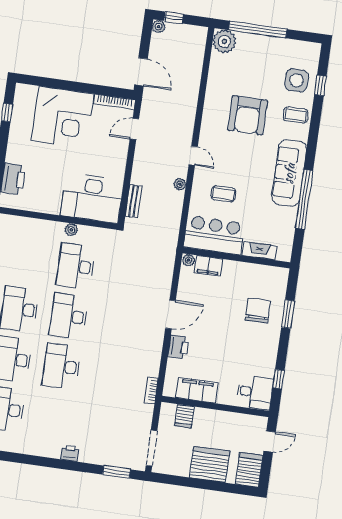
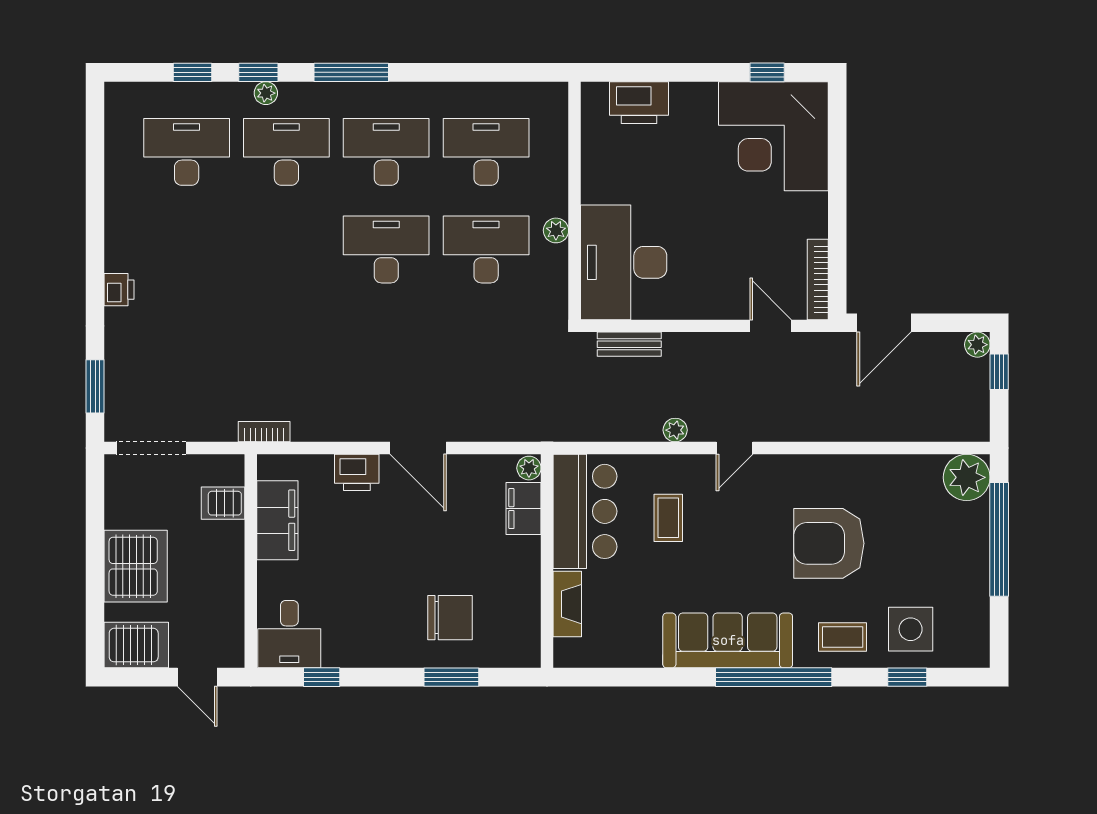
coffee table: (296, 115) -> (843, 637), turned 90
corner desk: (62, 117) -> (773, 136), moved
window: (304, 199) -> (774, 677), moved
desk: (62, 366) -> (486, 152), moved

